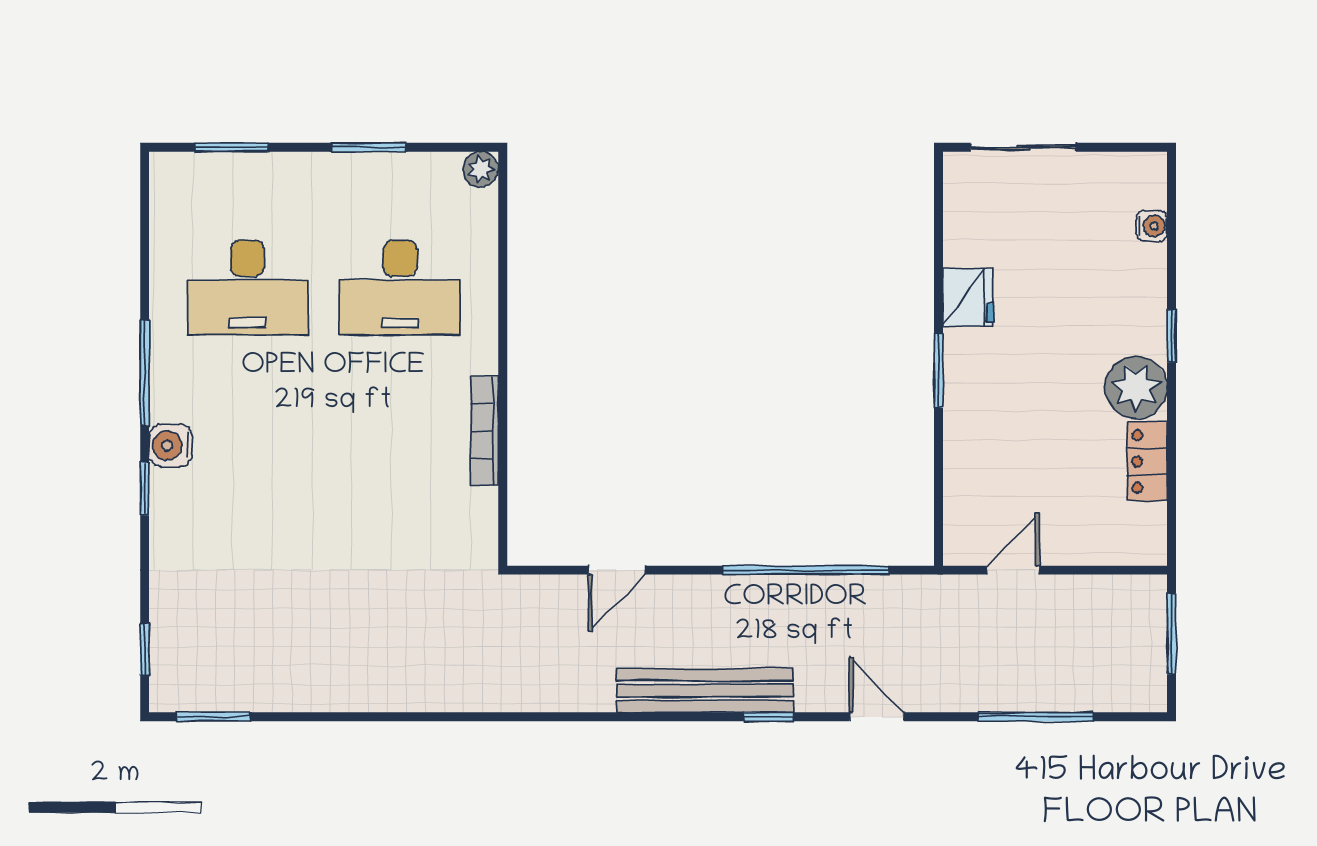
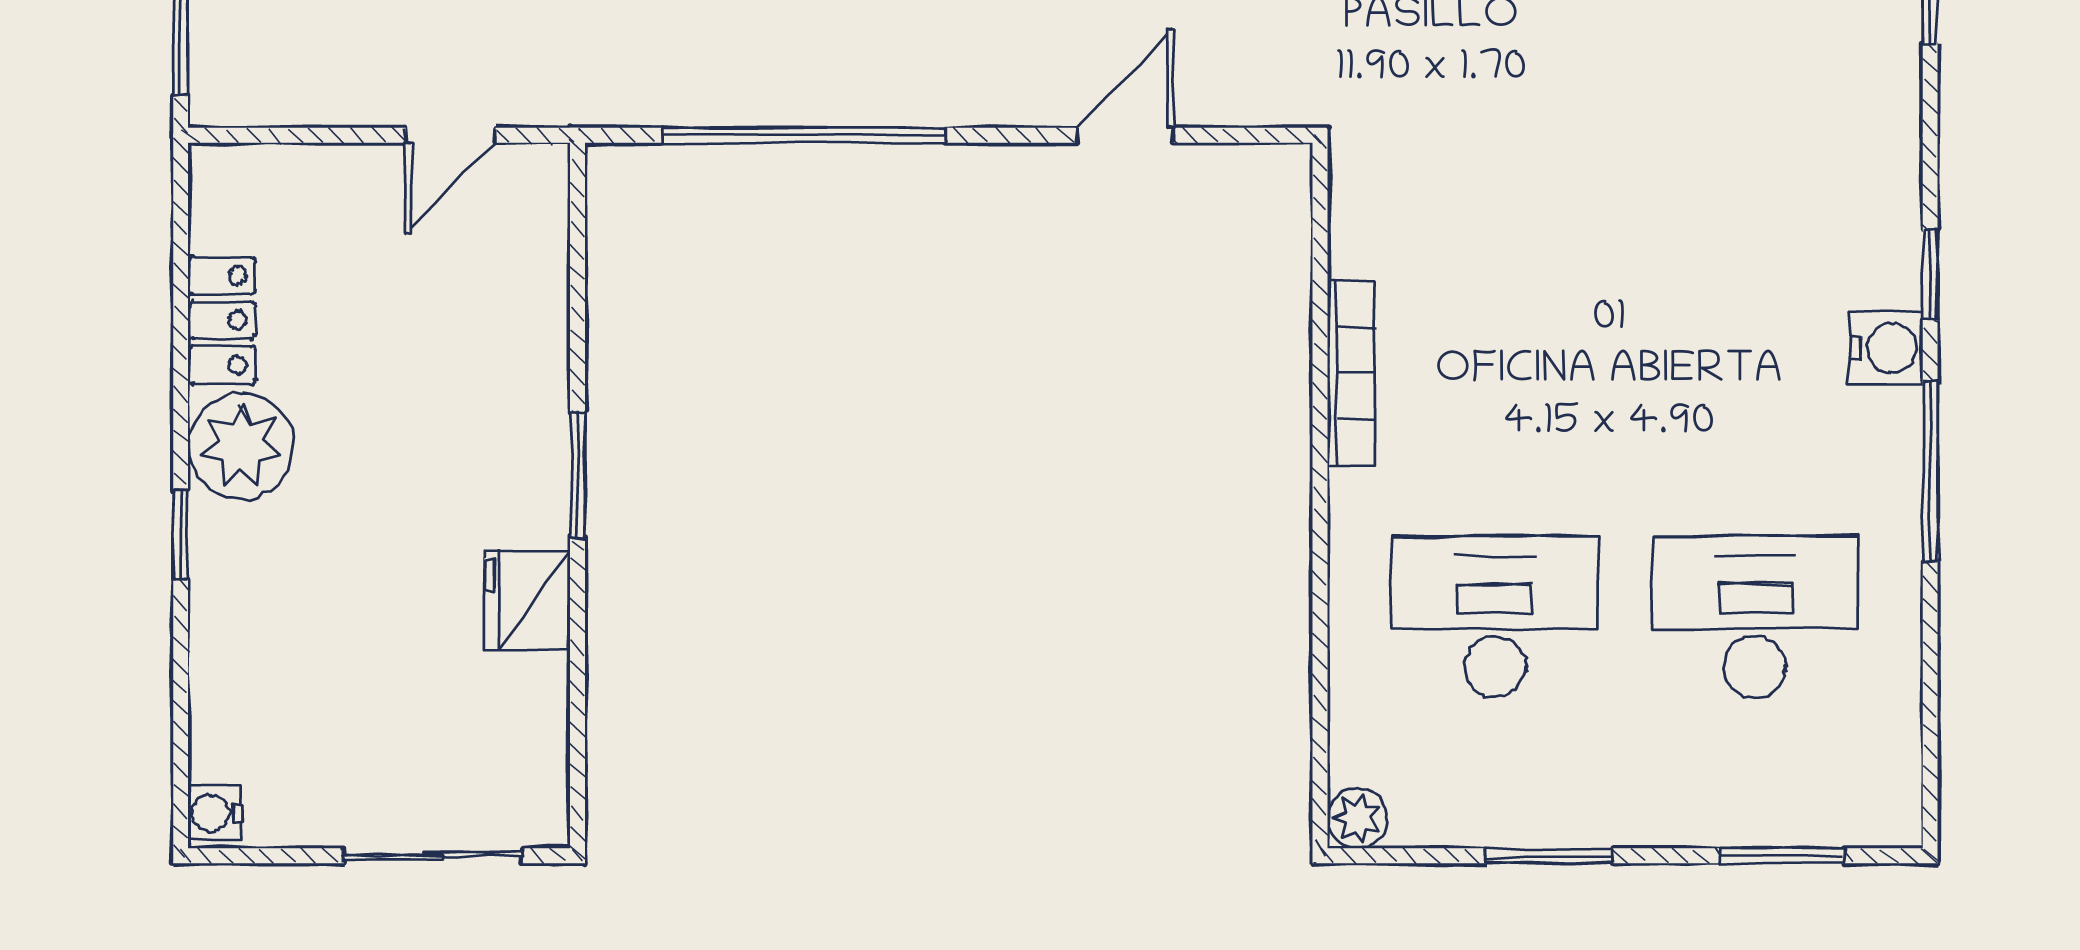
water cooler: (1152, 226) -> (215, 813), moved

